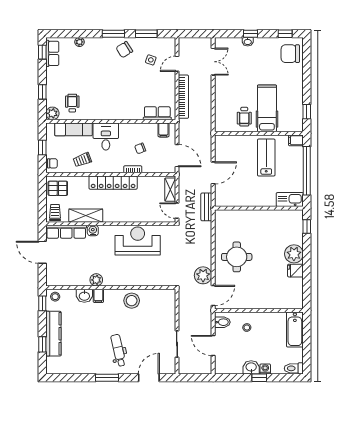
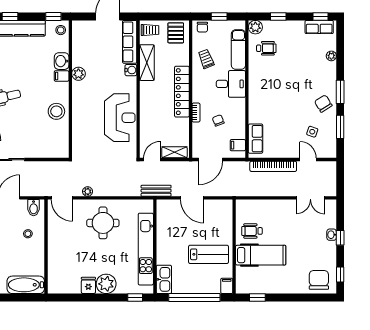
kitchen unit: (261, 217) -> (146, 249), added
plant: (203, 275) -> (88, 191), width x0.53, depth x0.53

